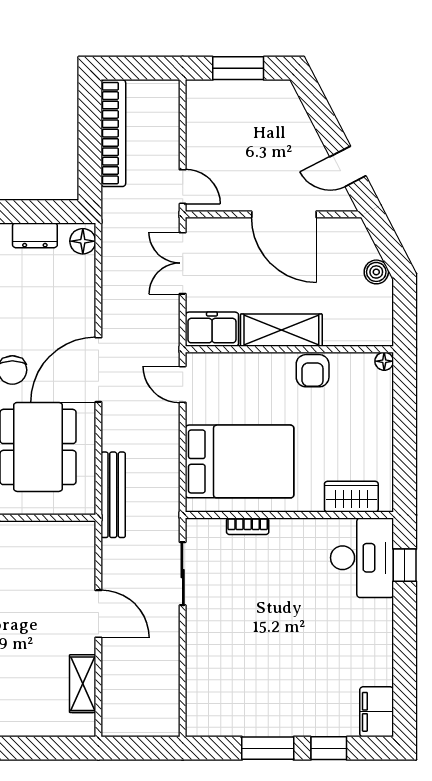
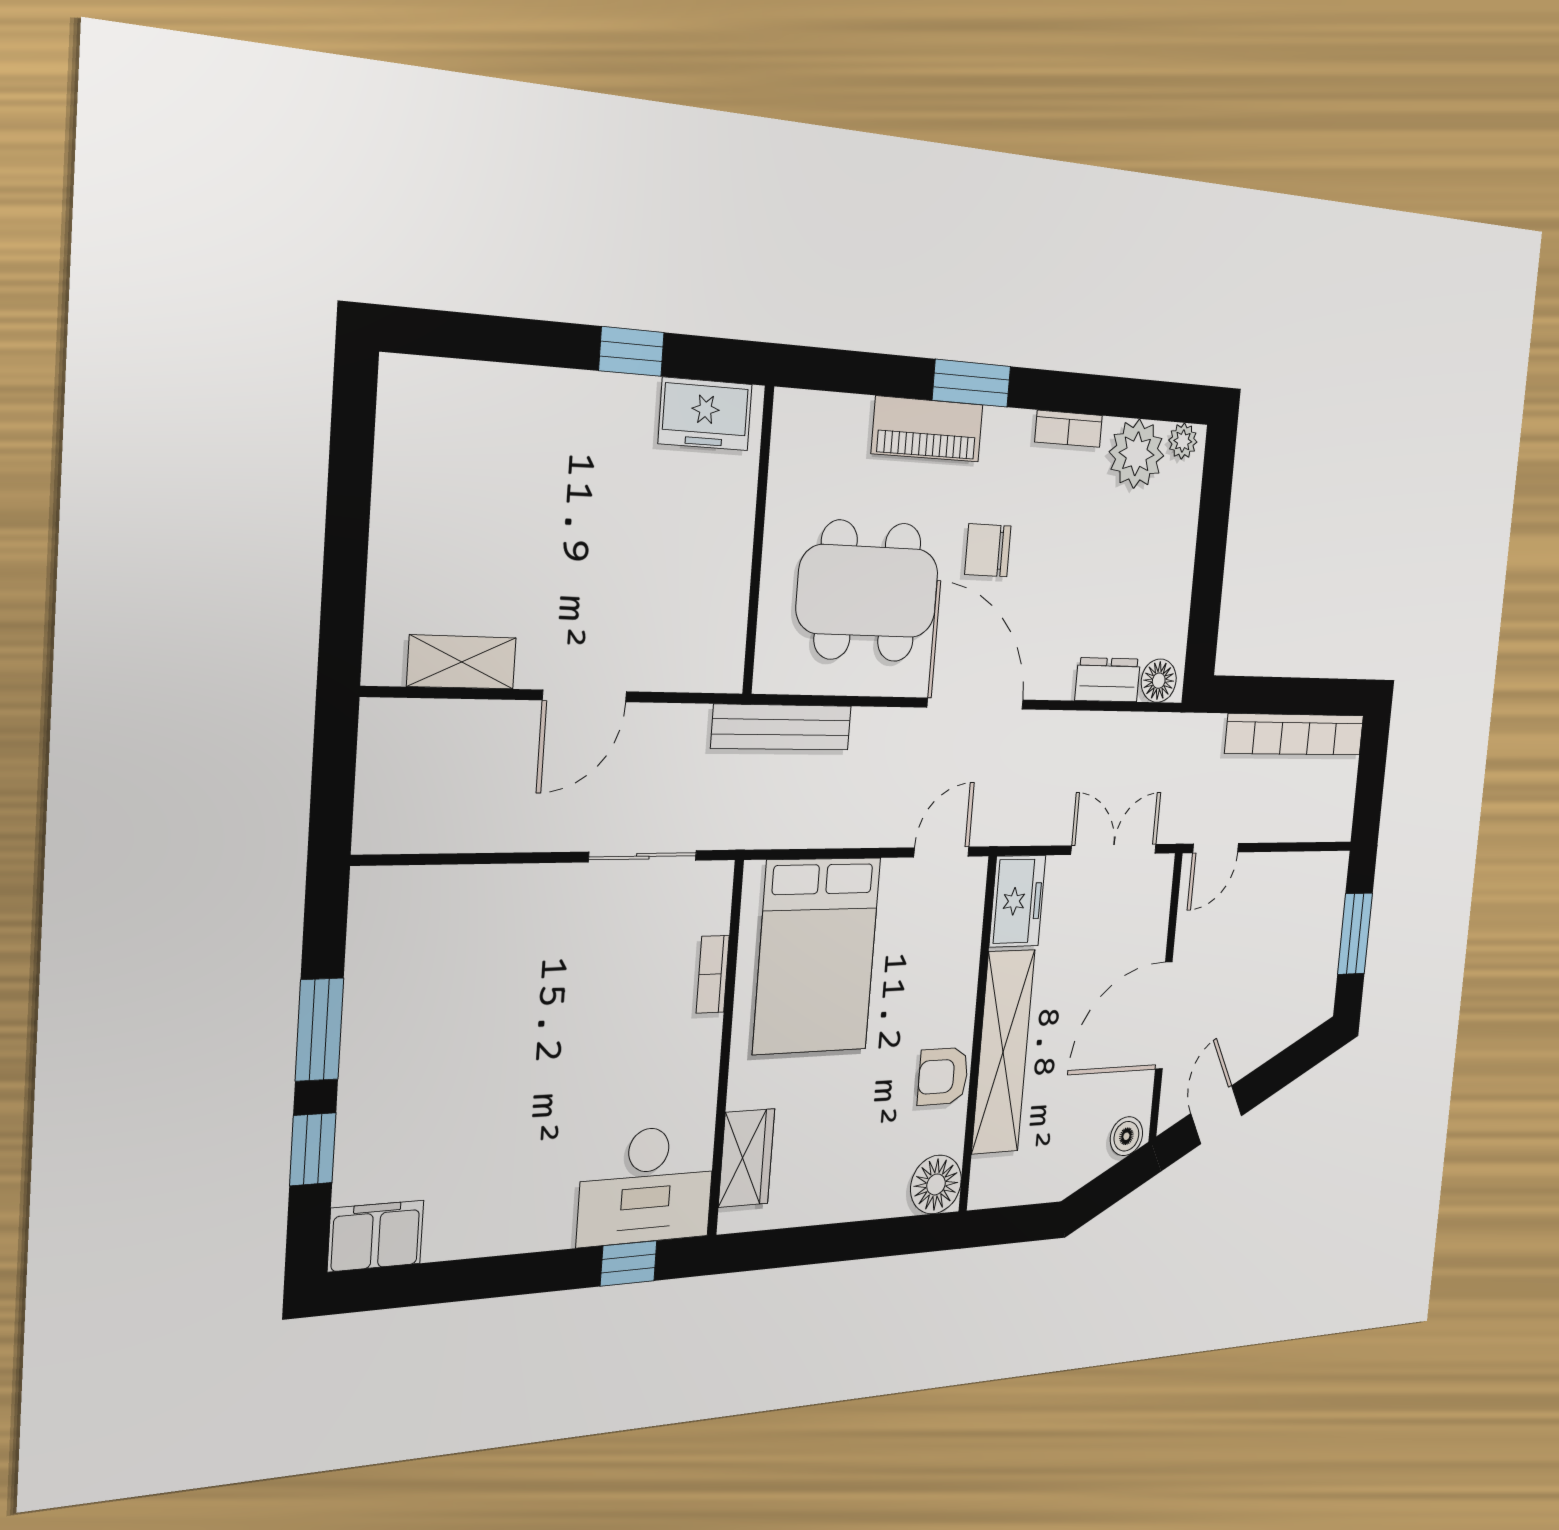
dresser: (35, 235) -> (1108, 680), moved, turned 90
boiler: (376, 272) -> (1126, 1136), moved
shelving: (281, 330) -> (1003, 1052), width x1.47
floor lamp: (384, 361) -> (936, 1184), width x1.89, depth x1.89

